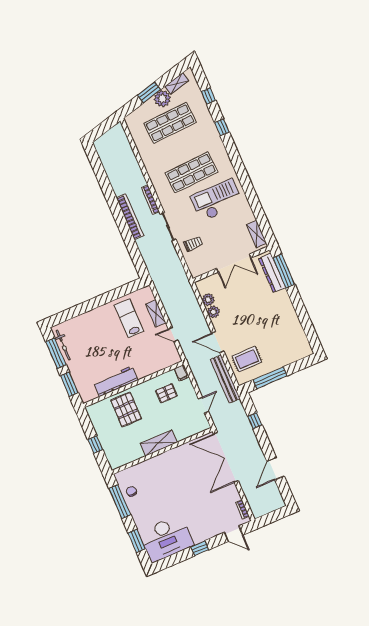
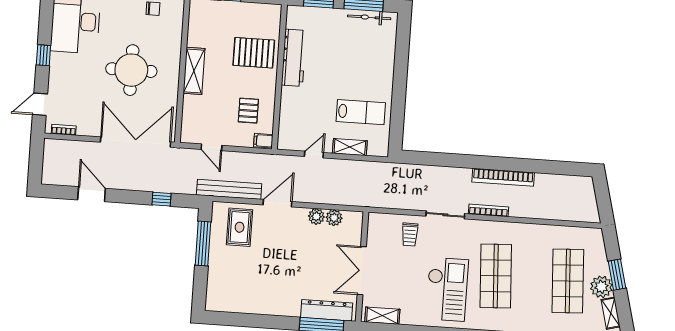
bookcase: (130, 217) -> (503, 177), moved
round table: (180, 485) -> (131, 70), added

